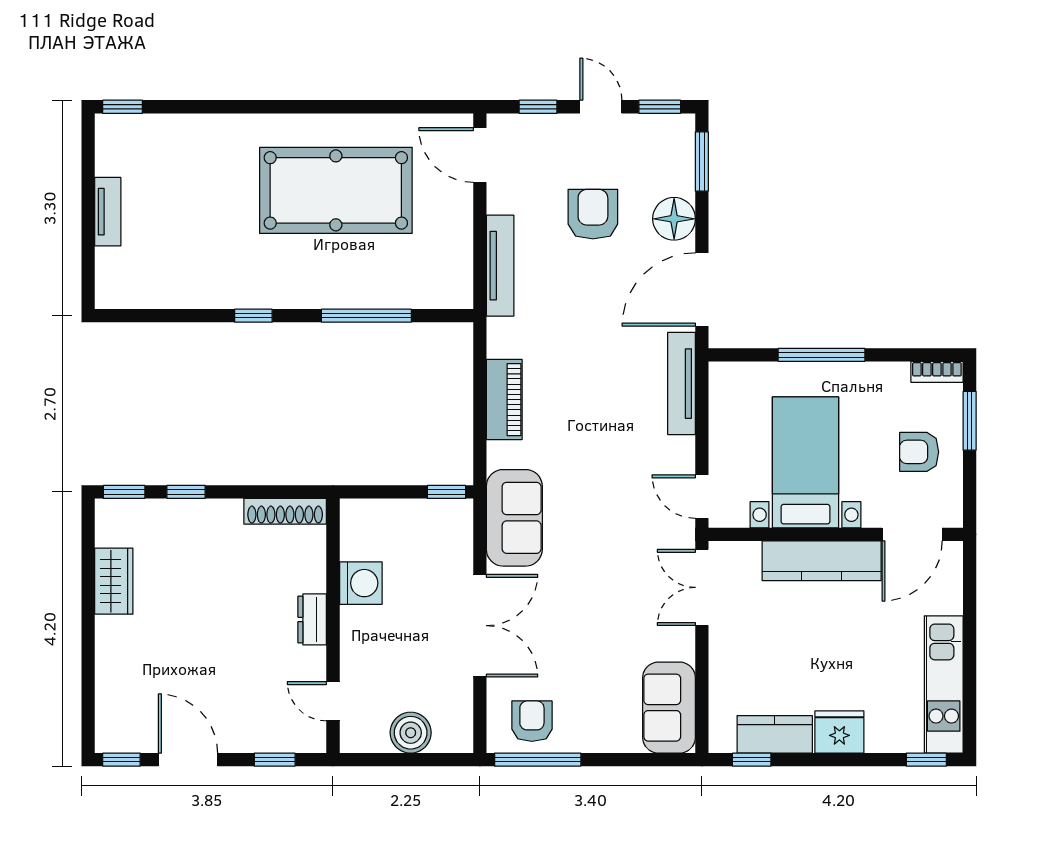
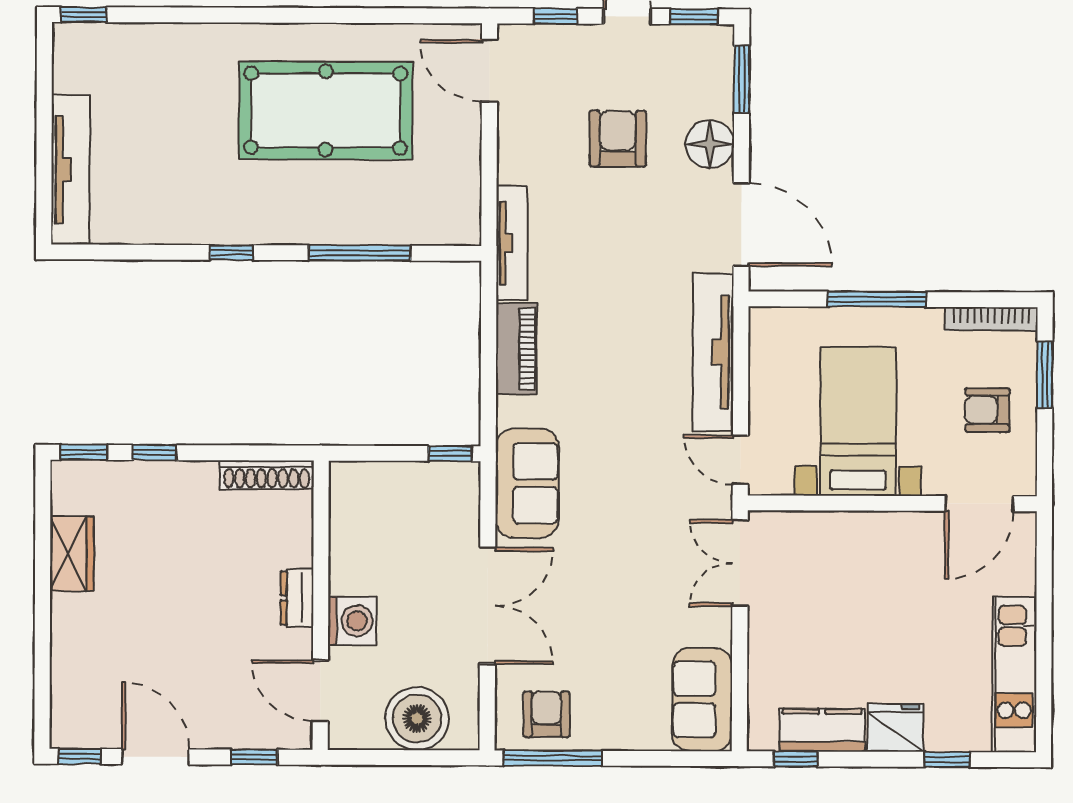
tv unit: (108, 212) -> (70, 169), width x1.92, depth x1.29
tv unit: (500, 266) -> (512, 243), moved
door: (702, 289) -> (741, 224), swing flipped
bookcase: (937, 372) -> (991, 319), width x1.56
tv unit: (682, 384) -> (713, 352), width x1.36, depth x1.29
kitchen counter: (822, 561) -> (876, 533), removed
washing machine: (361, 583) -> (352, 621), moved
door: (333, 701) -> (320, 691), width x1.38
boiler: (411, 733) -> (417, 718), width x1.37, depth x1.37
window: (926, 760) -> (947, 759), moved

